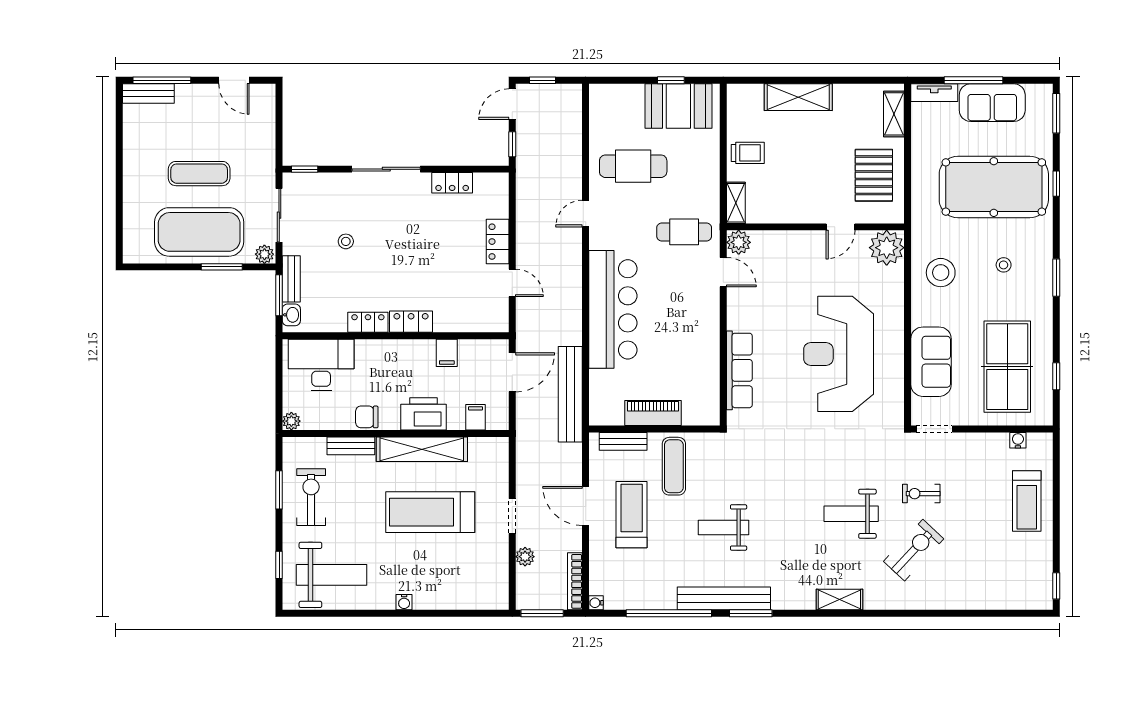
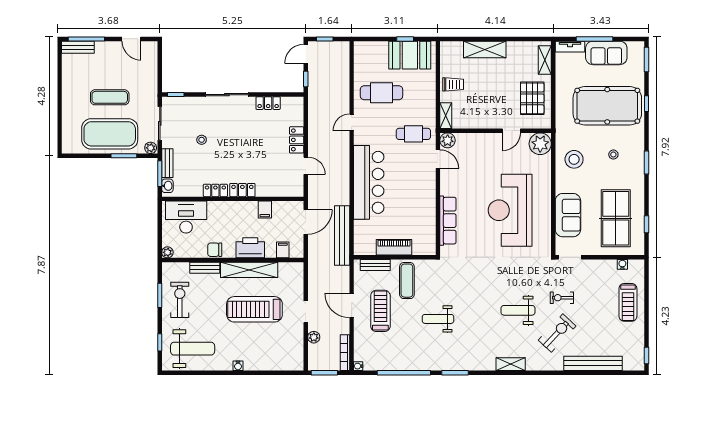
bench: (724, 598) -> (593, 363), moved

